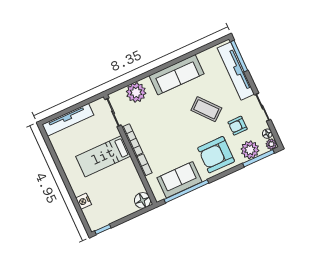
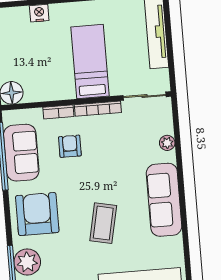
plant: (136, 92) -> (167, 143), width x0.53, depth x0.53
coffee table: (206, 109) -> (103, 223), turned -38
armchair: (238, 126) -> (70, 146), moved

